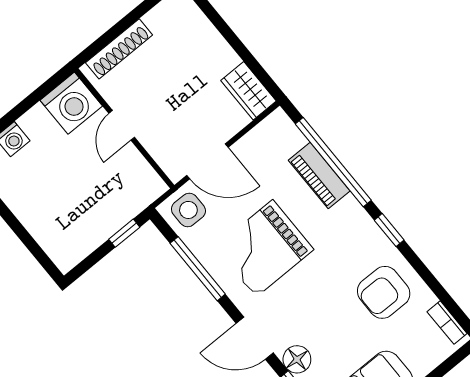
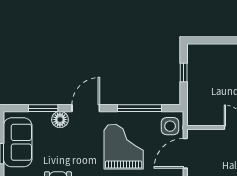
window: (124, 233) -> (184, 73), moved

